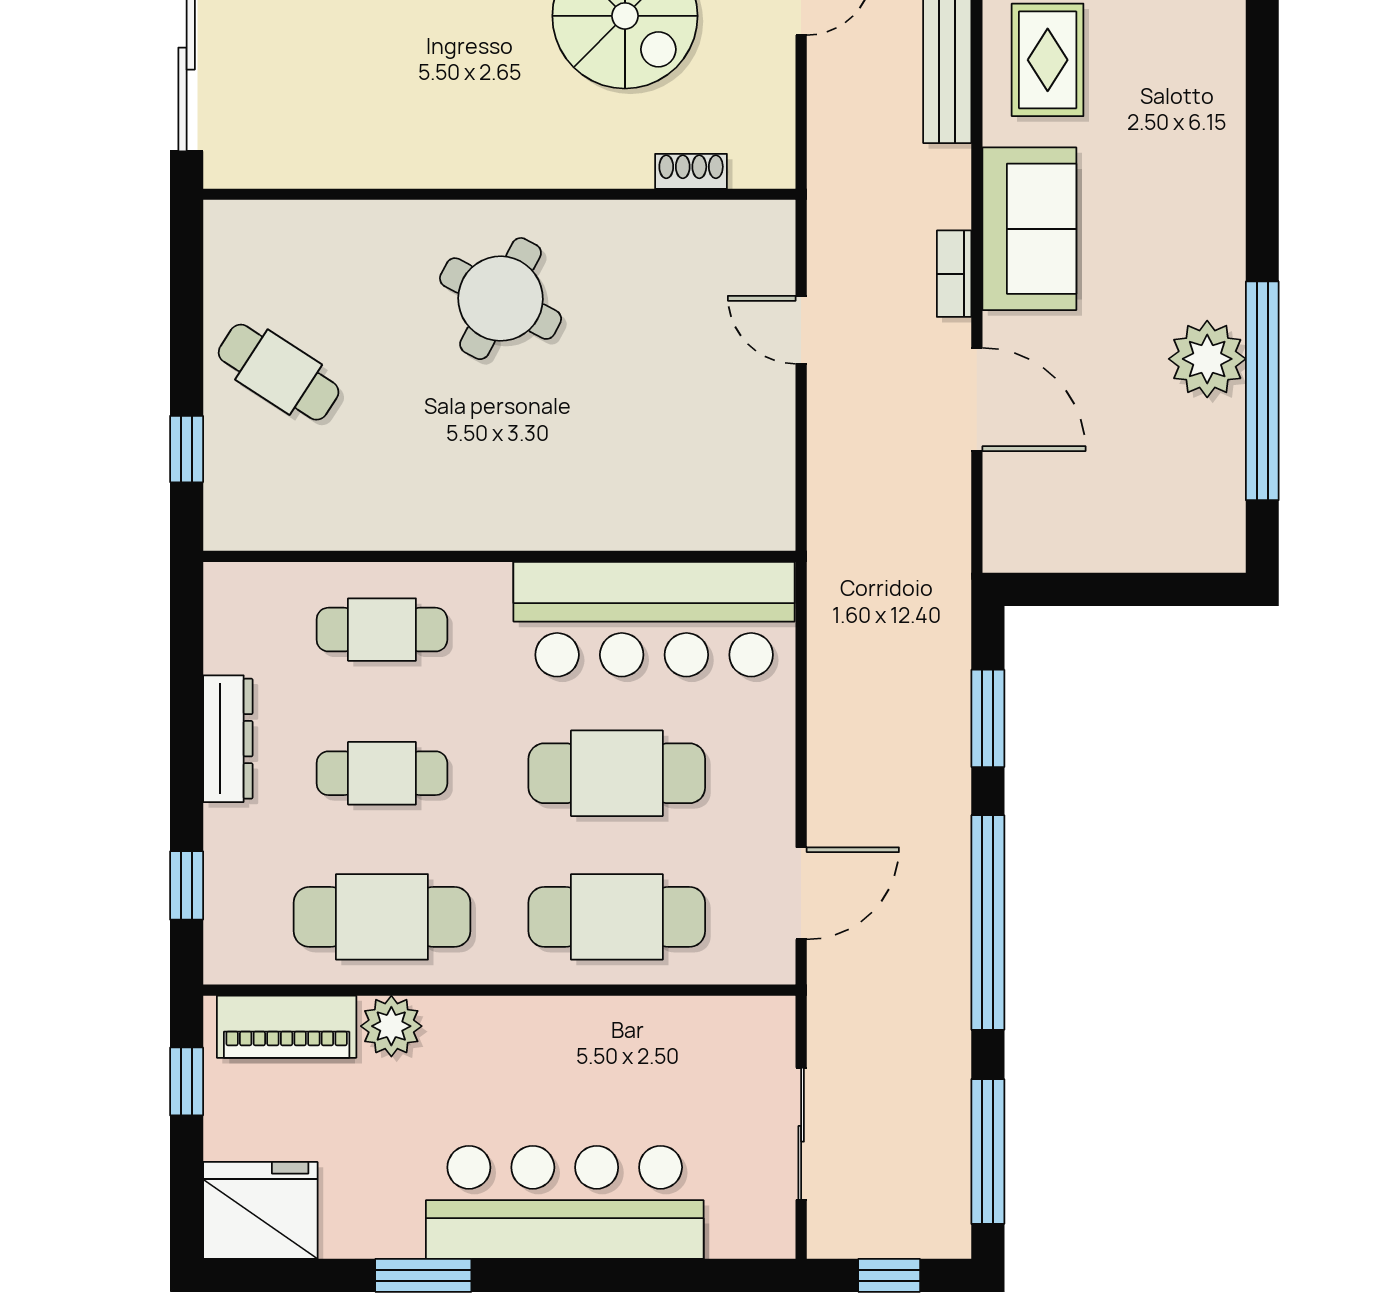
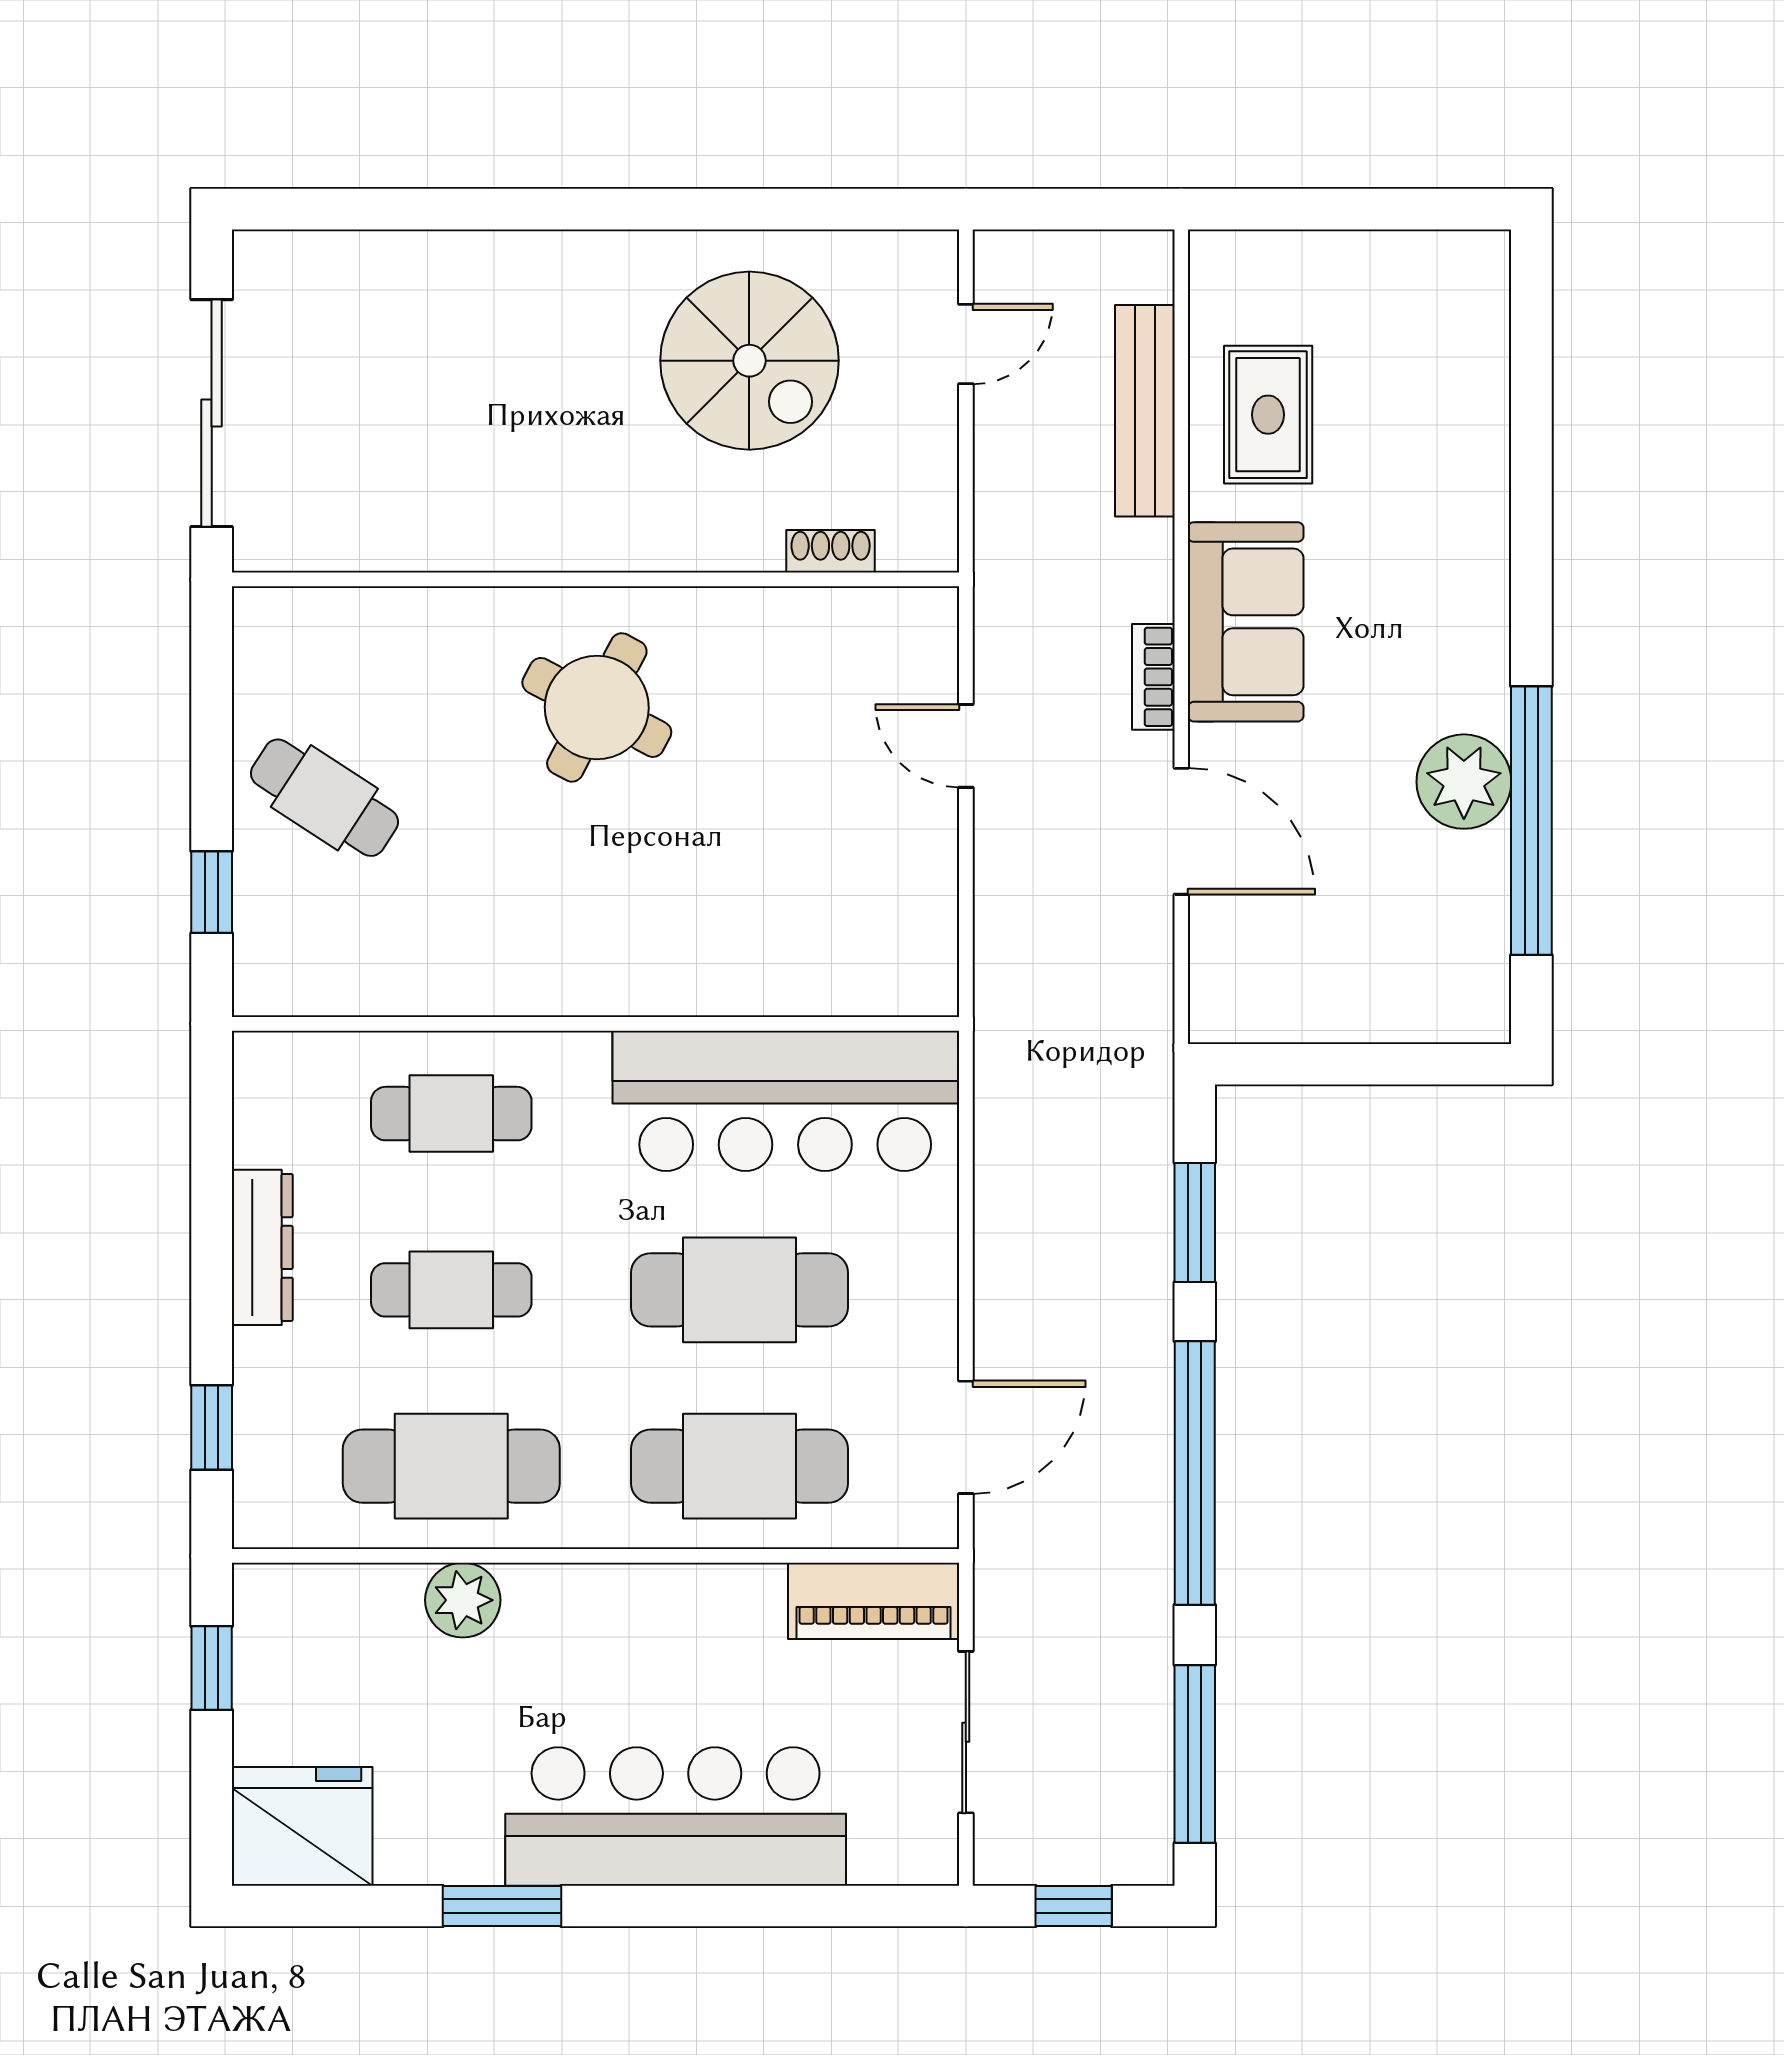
piano: (287, 1027) -> (874, 1601), moved

